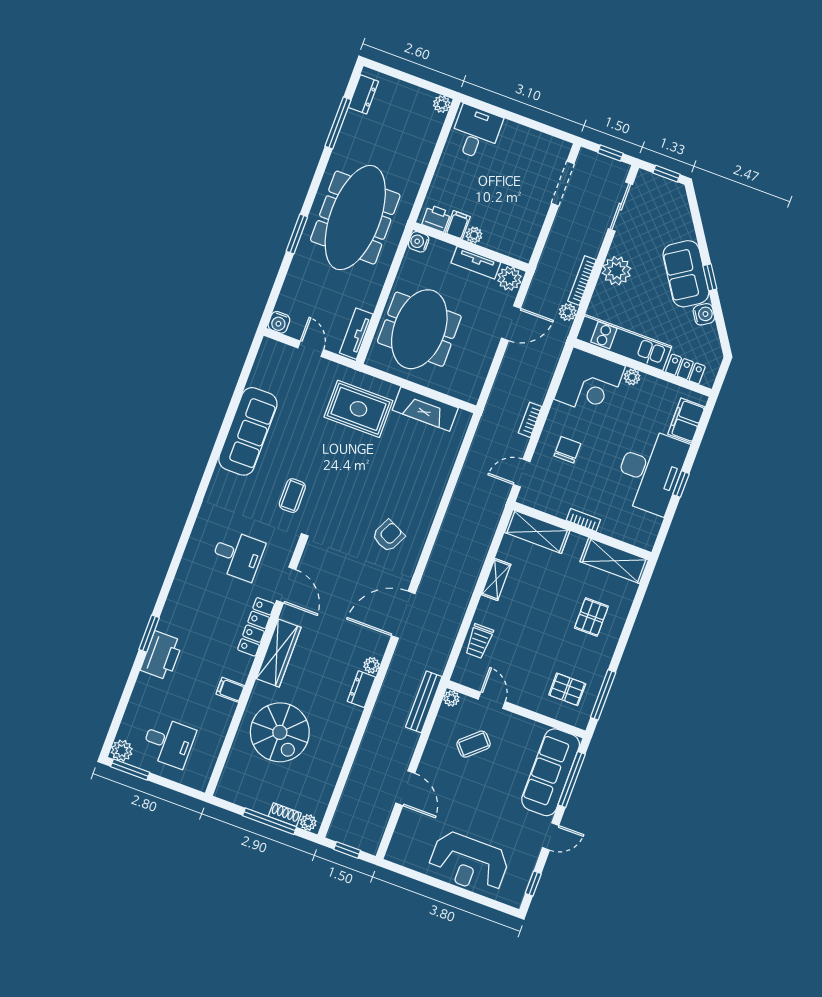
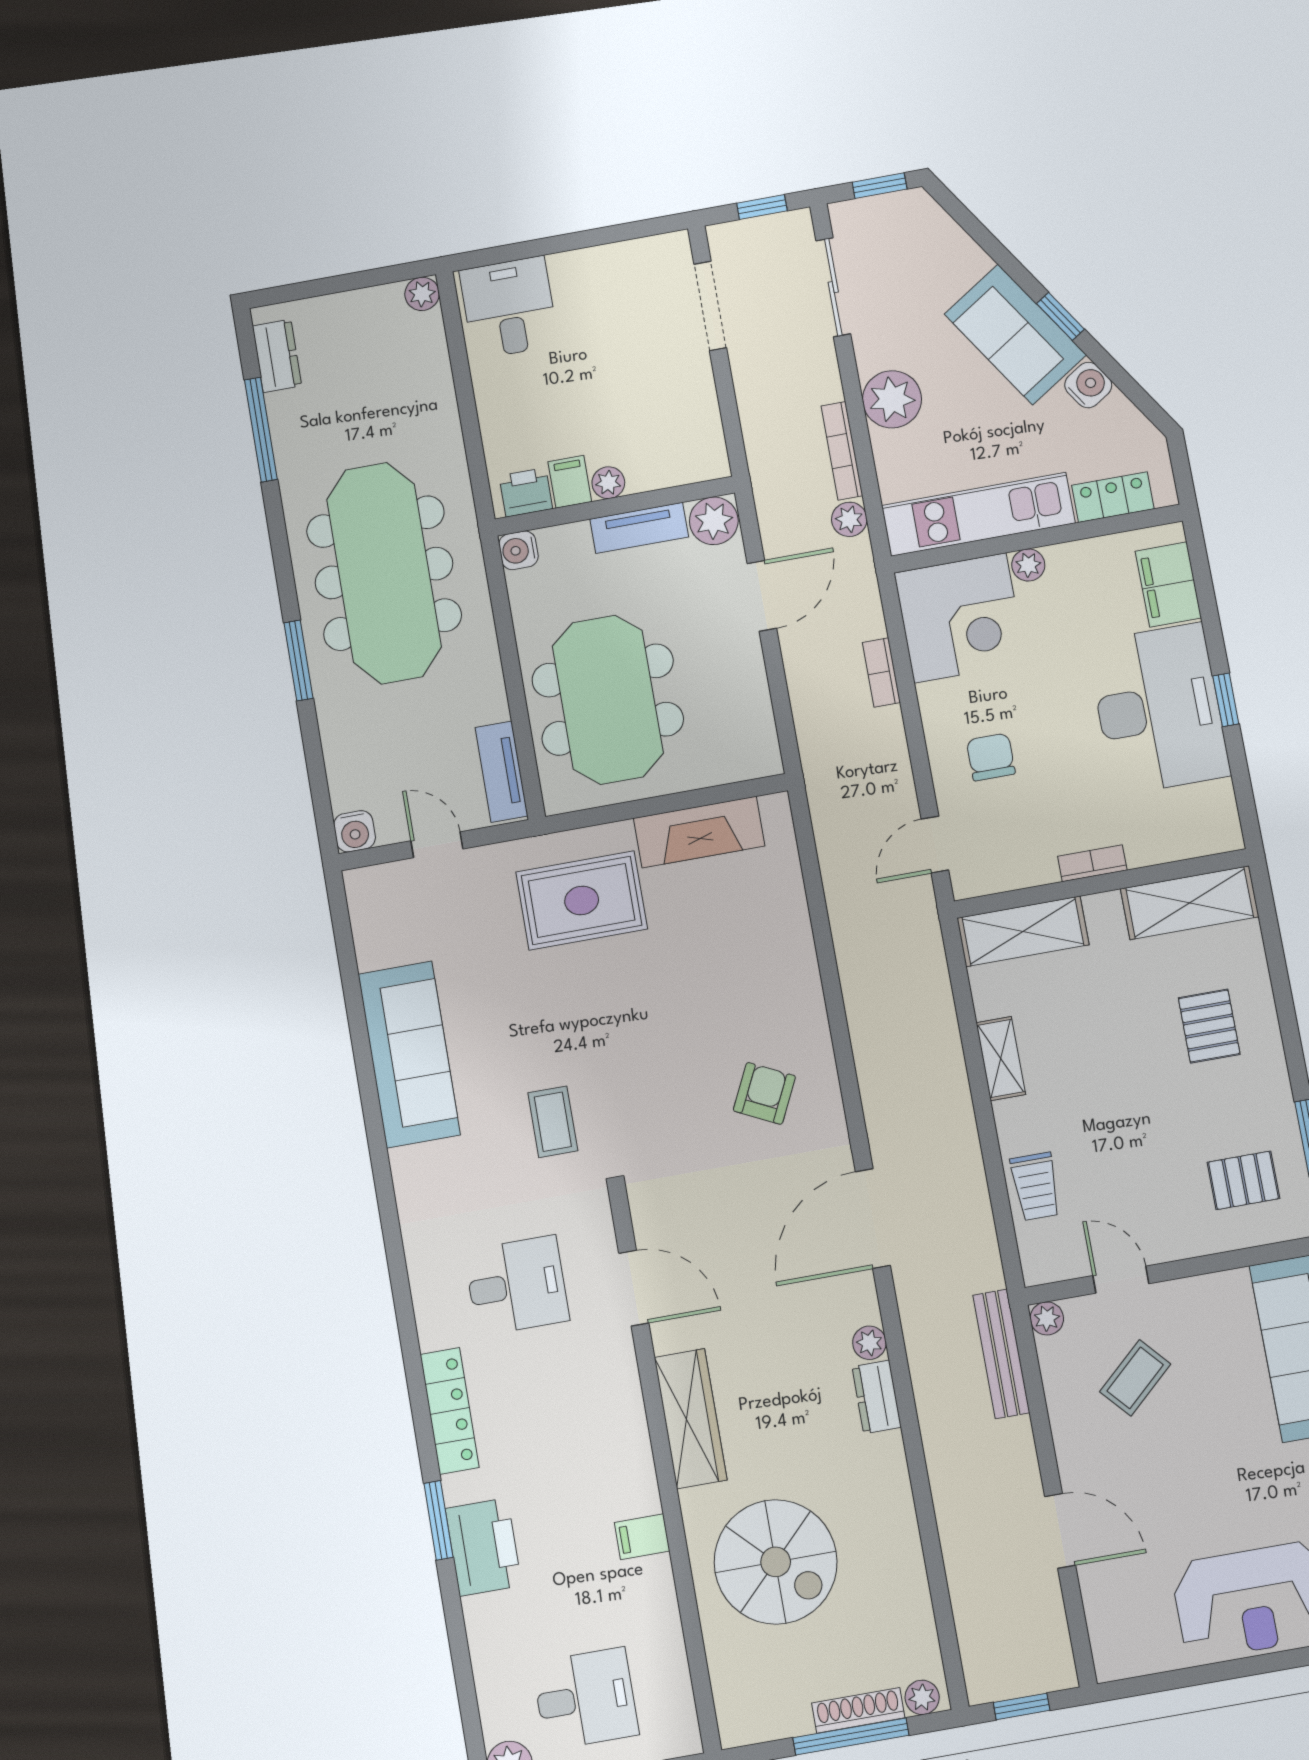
bookcase: (530, 420) -> (881, 673), moved
locker: (256, 627) -> (449, 1411), moved, turned 180
shoe rack: (285, 815) -> (858, 1710), width x1.43

